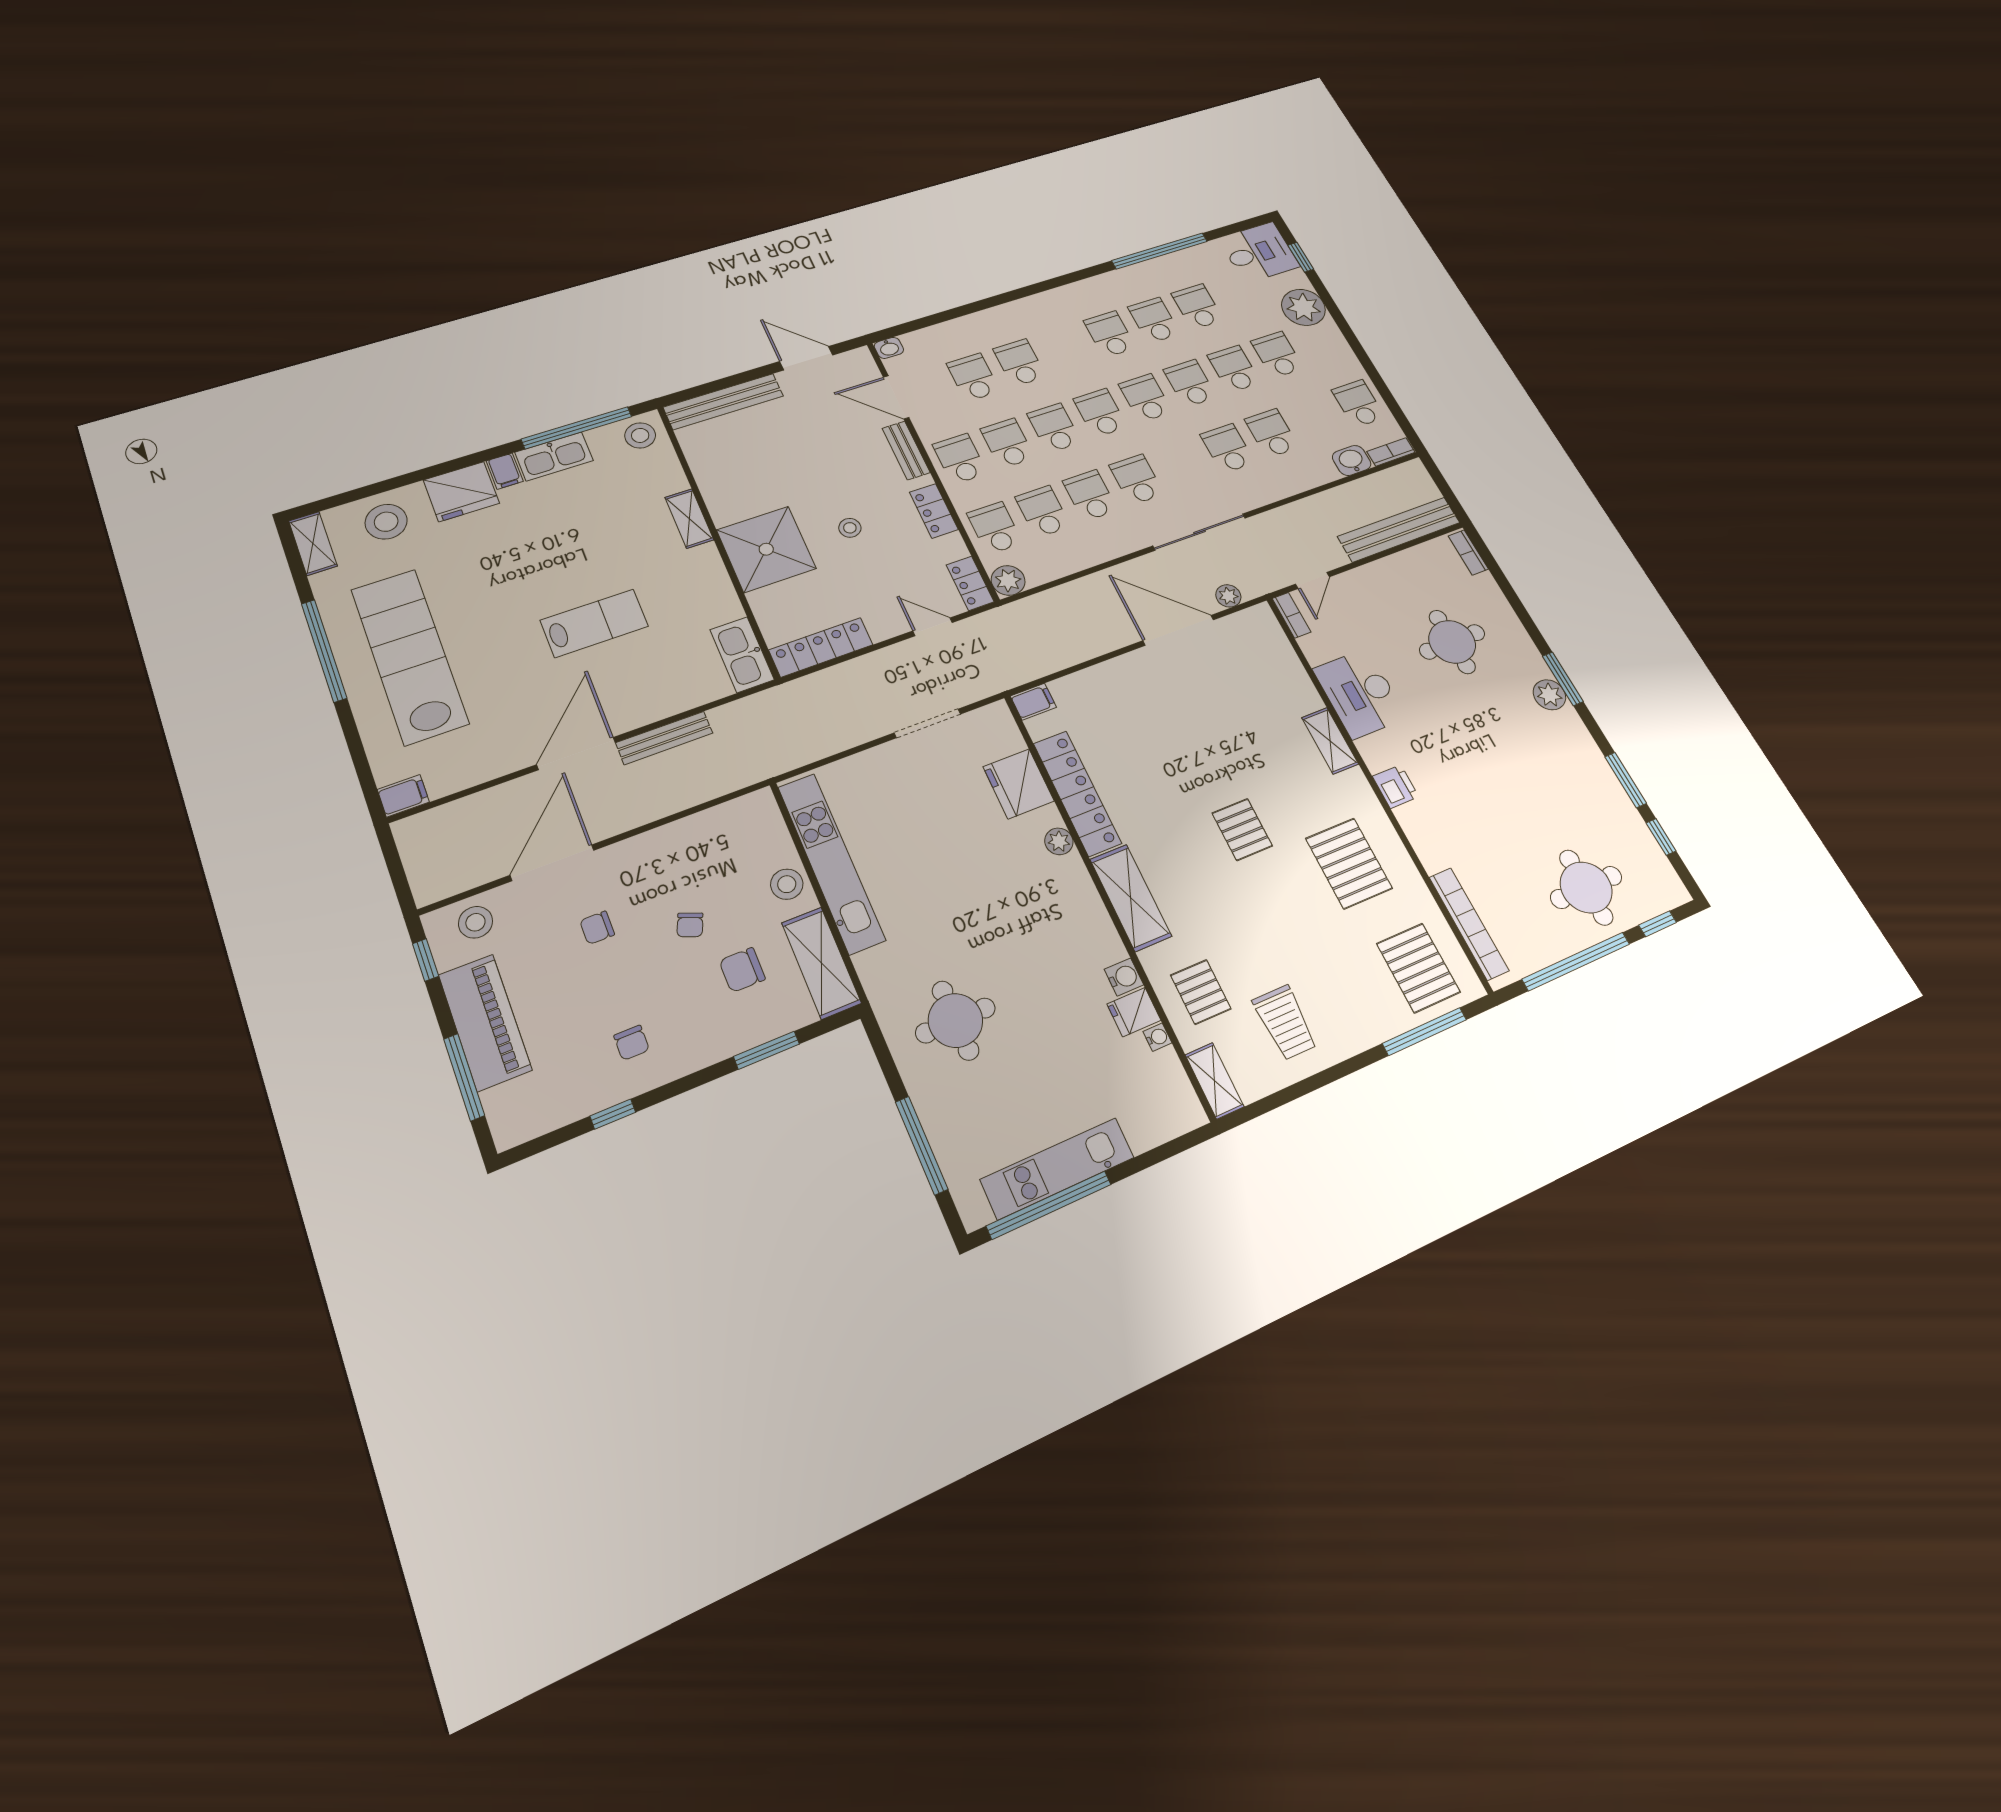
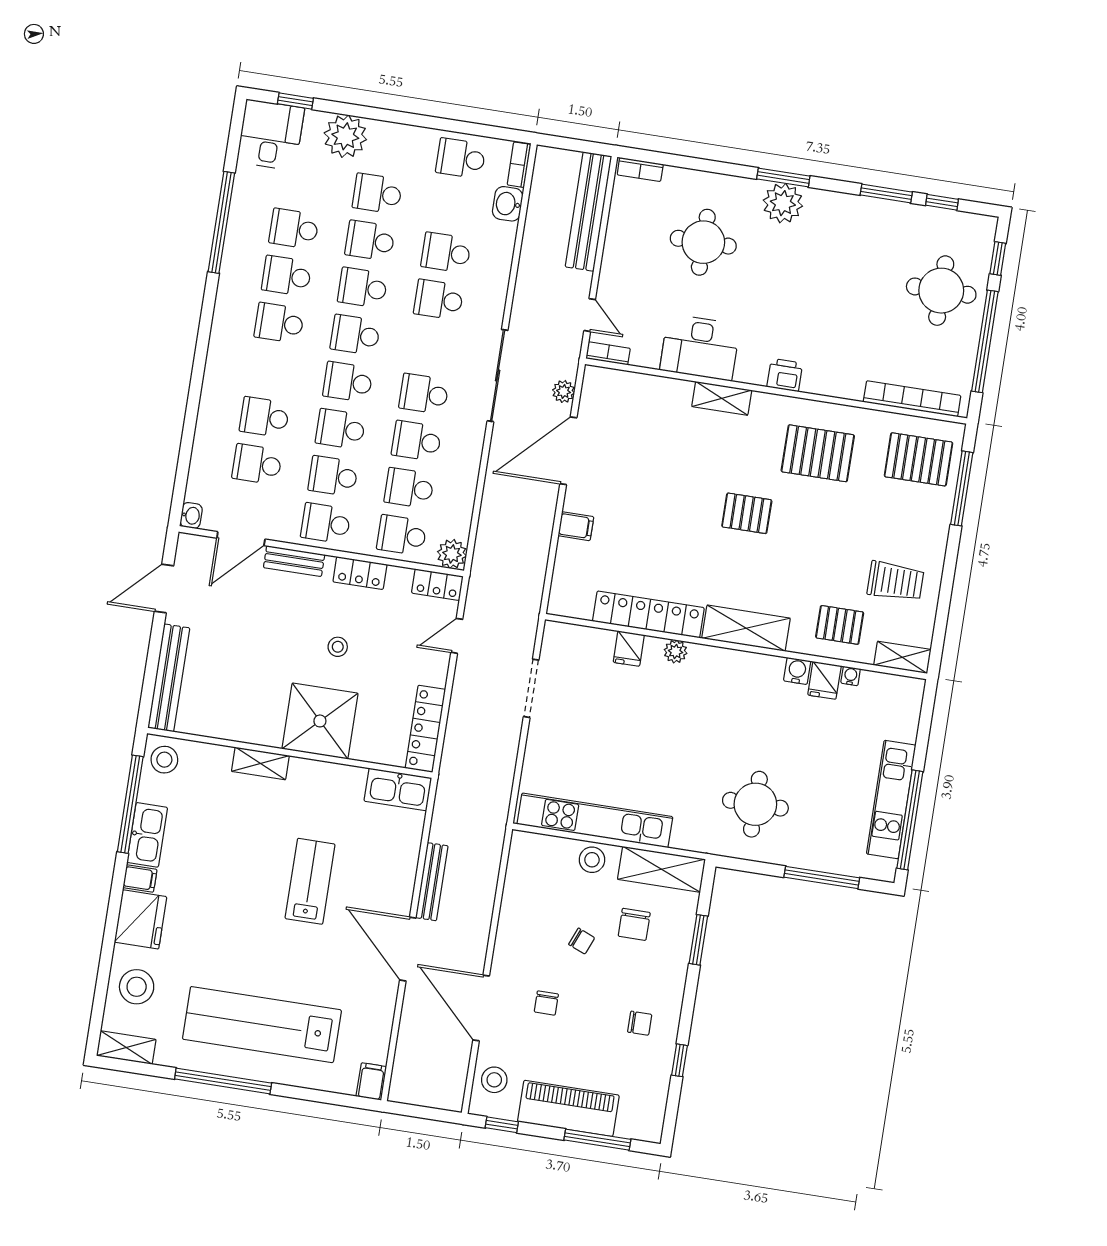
plant: (1549, 695) -> (783, 203), width x1.36, depth x1.36
filing cabinet: (1033, 702) -> (576, 526), moved, turned 90
fridge: (1019, 784) -> (629, 649), width x0.53, depth x0.75

